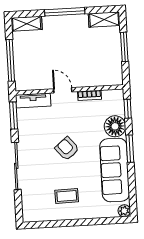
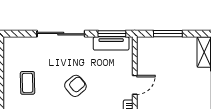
window: (10, 60) -> (168, 34), width x0.69
tv unit: (33, 100) -> (111, 43), moved, turned -90

